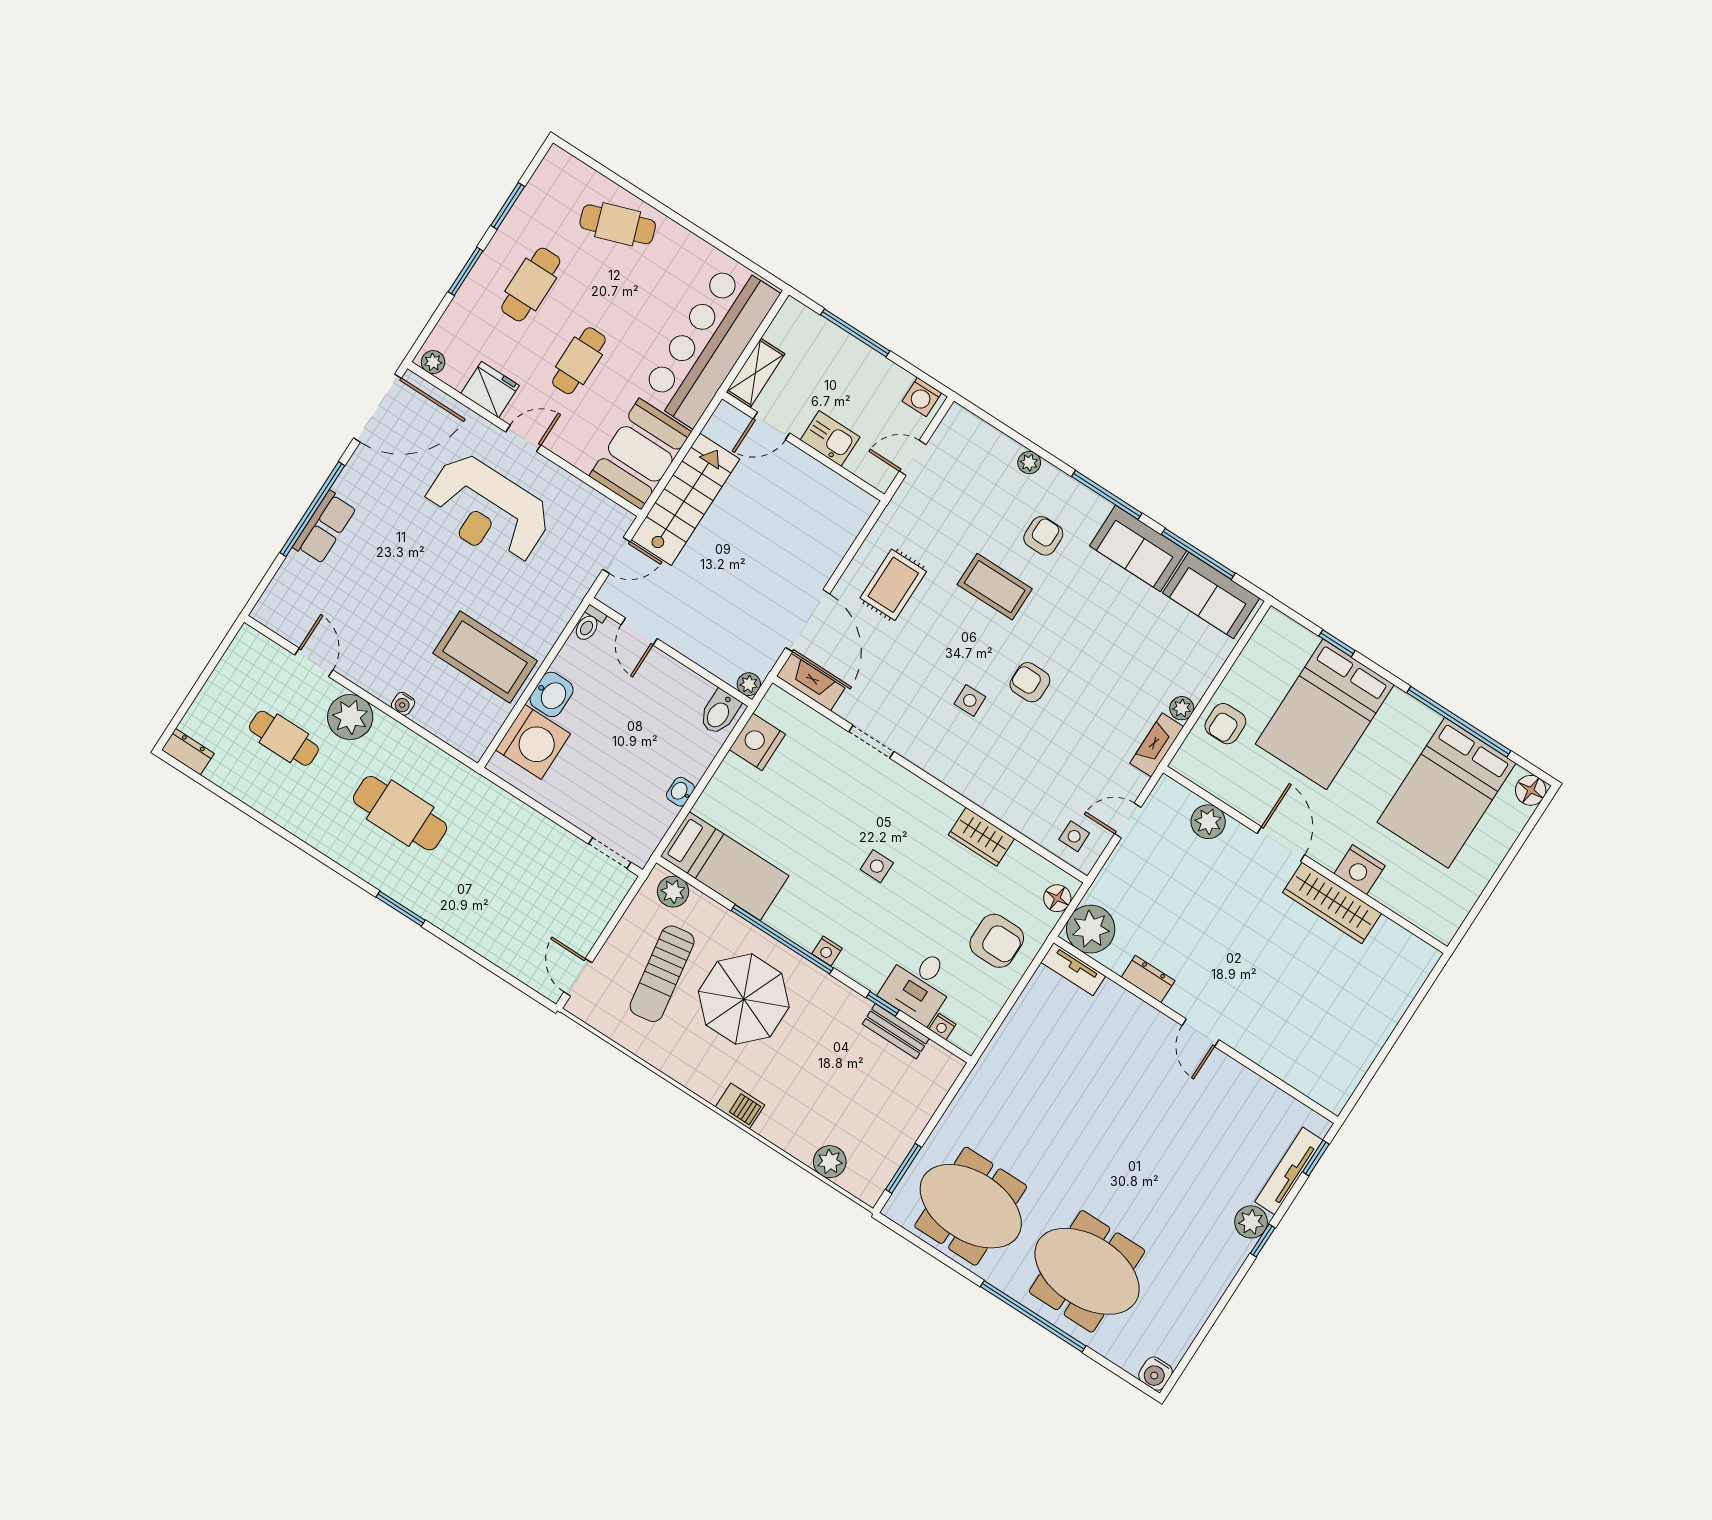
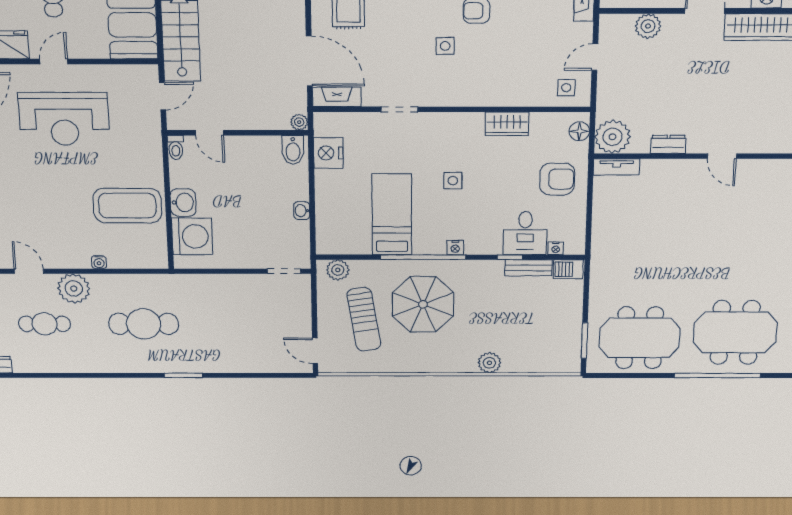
bed: (725, 866) -> (392, 215), moved, turned -90
barbecue: (740, 1106) -> (568, 269), moved, turned 180
plant: (830, 1162) -> (489, 363), moved

